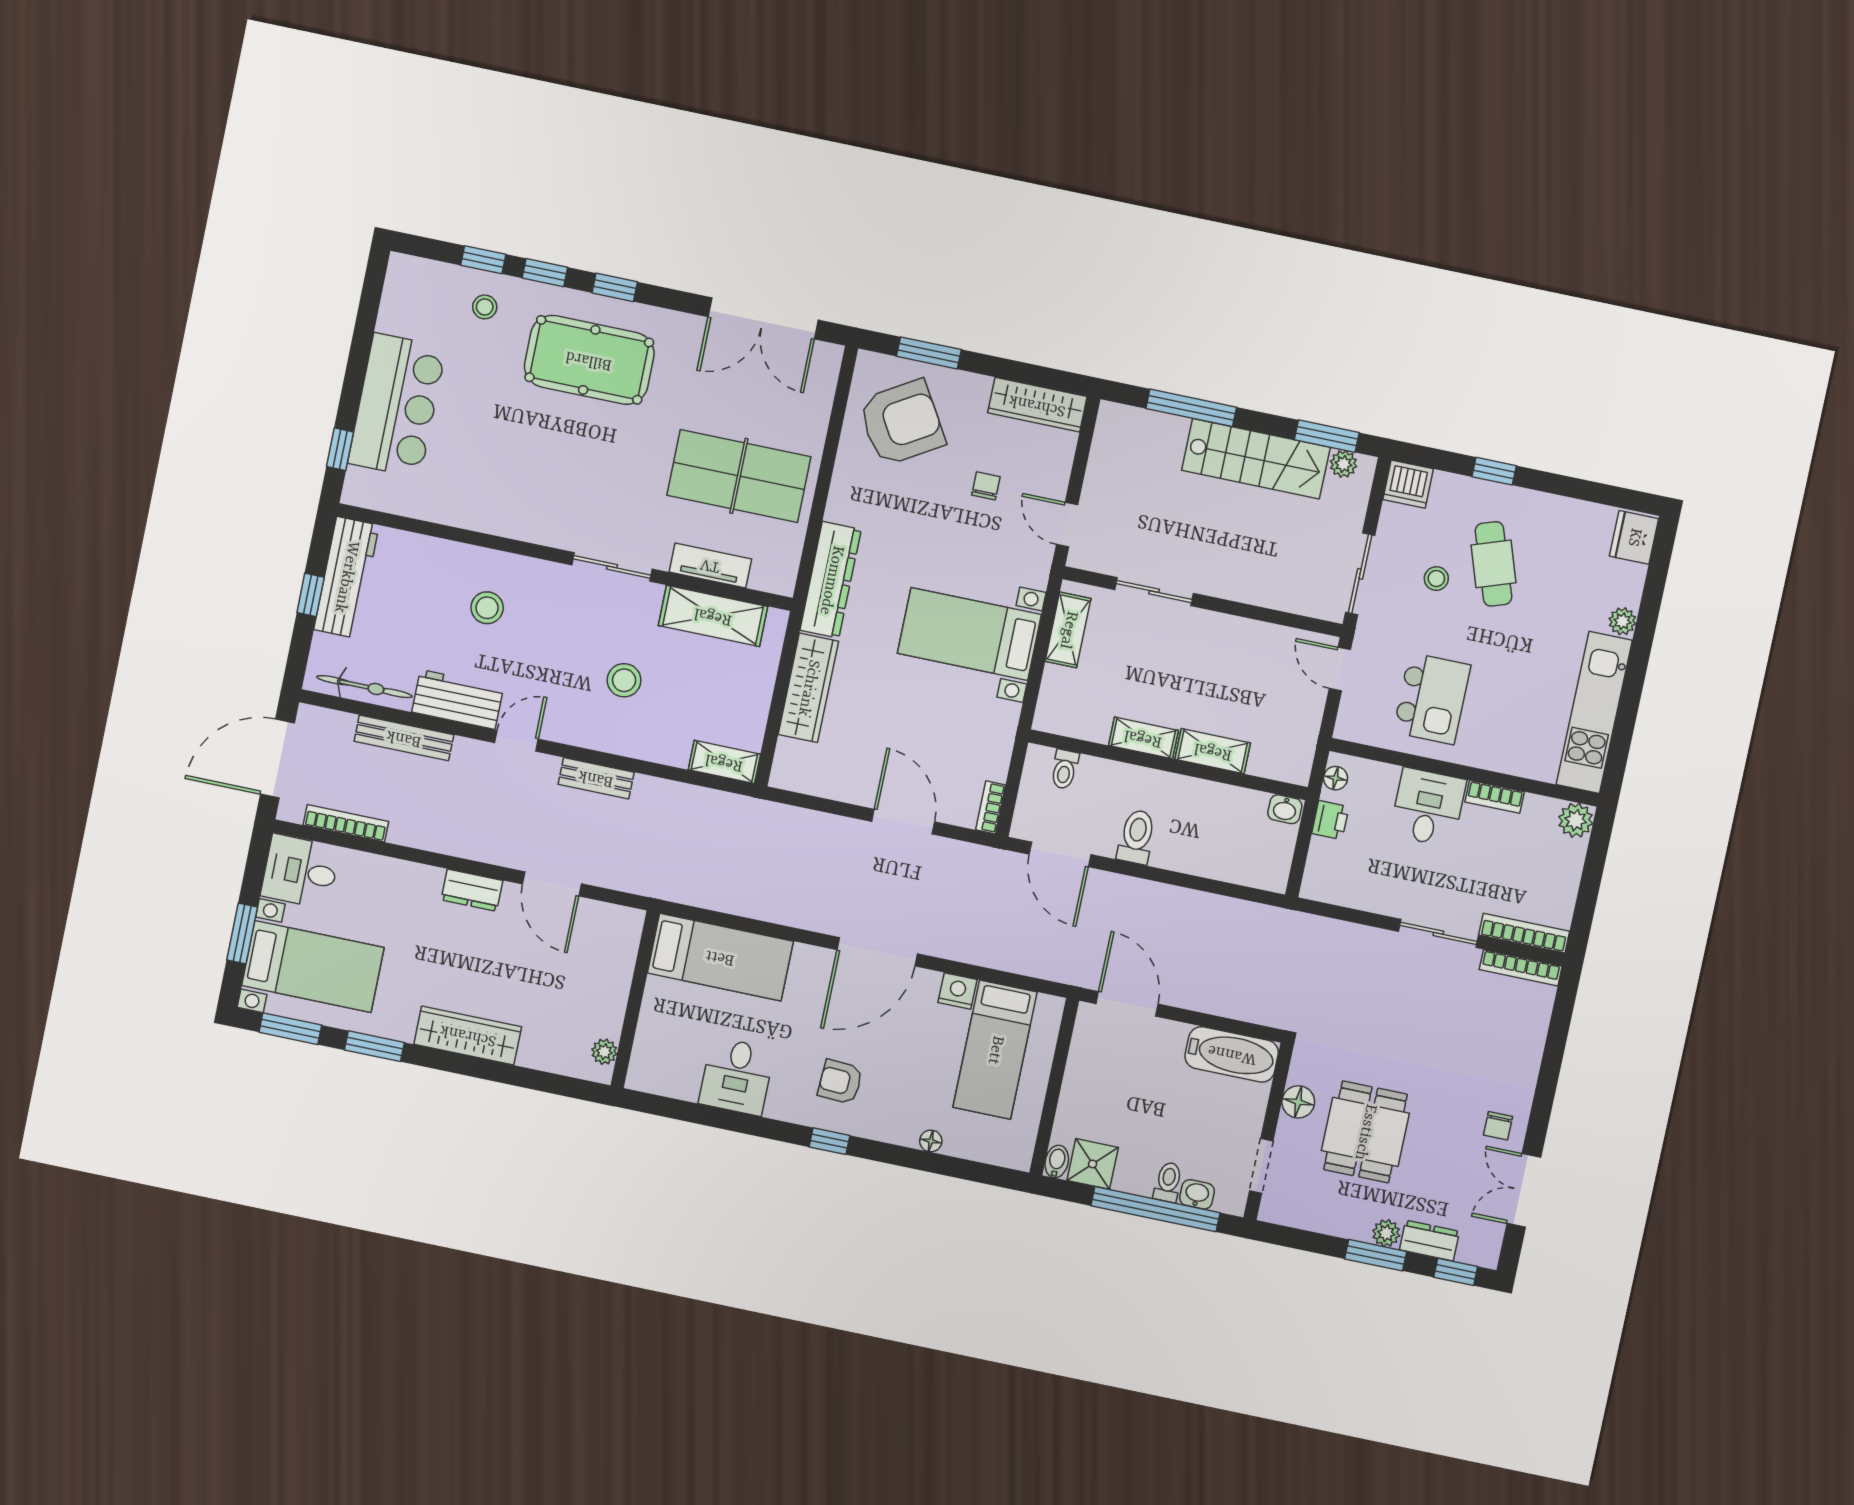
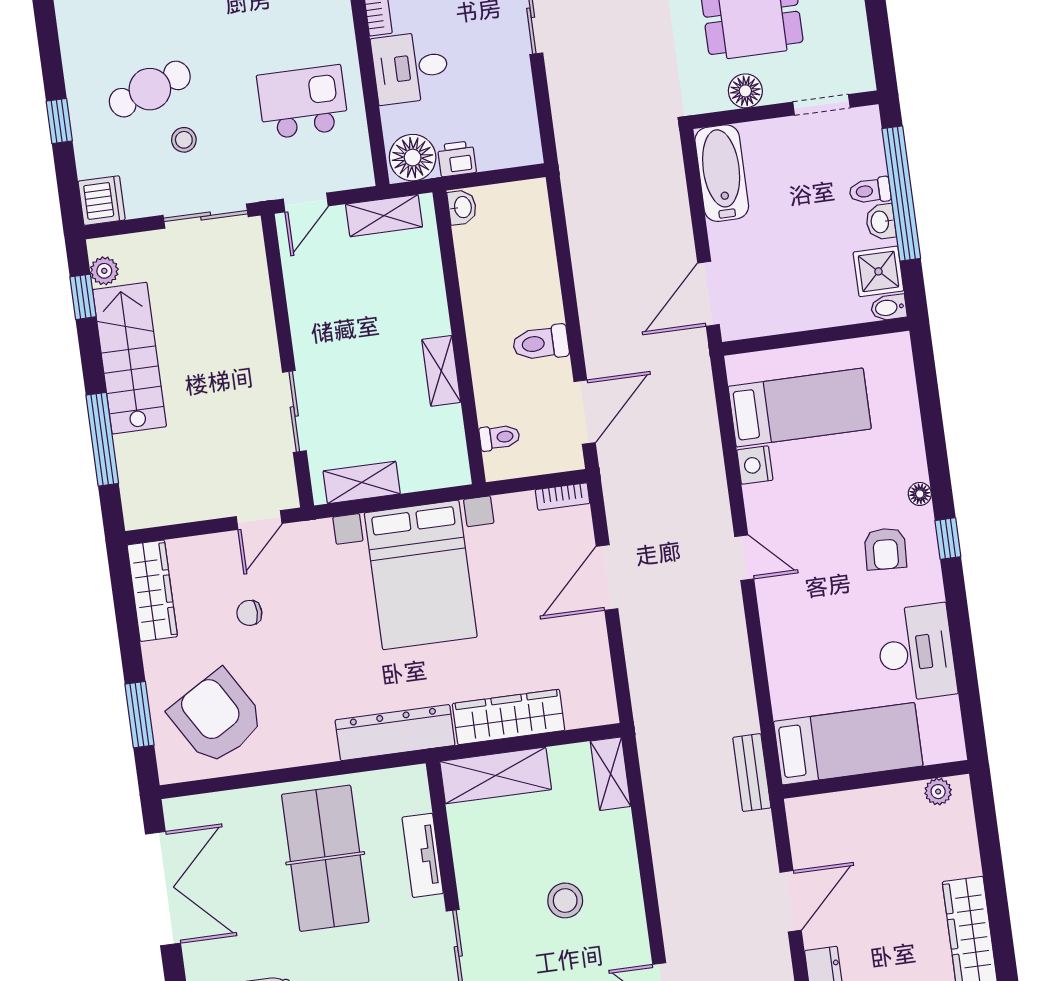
window: (1327, 436) -> (83, 297), width x0.67
shelving: (713, 616) -> (496, 775), moved, turned 90
bed with nightstands: (969, 634) -> (421, 575), width x1.36
shelving: (1213, 751) -> (384, 216), moved, turned 90
bench: (596, 778) -> (752, 773), moved
floor lamp: (1336, 778) -> (413, 158), width x1.89, depth x1.89
door: (877, 952) -> (744, 558), width x0.53
bed: (720, 957) -> (848, 744), moved, turned 90
desk: (737, 1076) -> (916, 653), width x1.37
floor lamp: (931, 1141) -> (920, 494), moved
washbasin: (1197, 1194) -> (881, 222), moved

